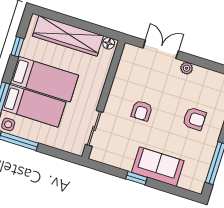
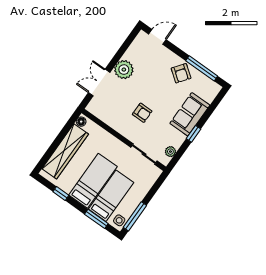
plant: (187, 68) -> (124, 70), width x1.87, depth x1.87
armchair: (194, 119) -> (181, 73), moved, turned 127
plant: (107, 158) -> (170, 152), added

